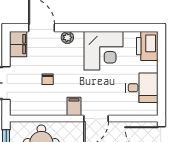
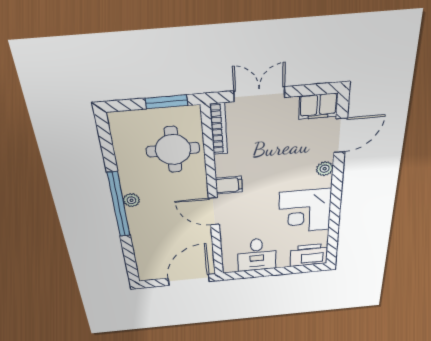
chair: (48, 79) -> (266, 150), removed
bookcase: (29, 111) -> (219, 129), added

